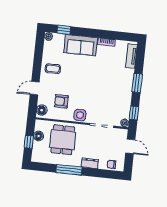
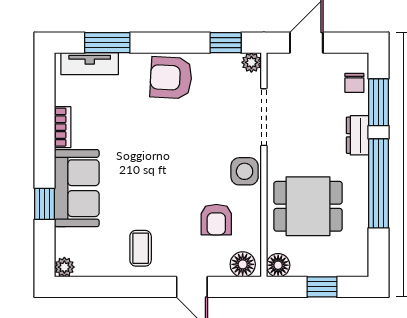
window: (64, 30) -> (44, 204), moved
window: (137, 83) -> (107, 43), moved
armchair: (122, 89) -> (171, 78), added
floor lamp: (39, 136) -> (278, 265), moved
window: (69, 170) -> (378, 183), width x1.46
window: (103, 173) -> (378, 102), added

